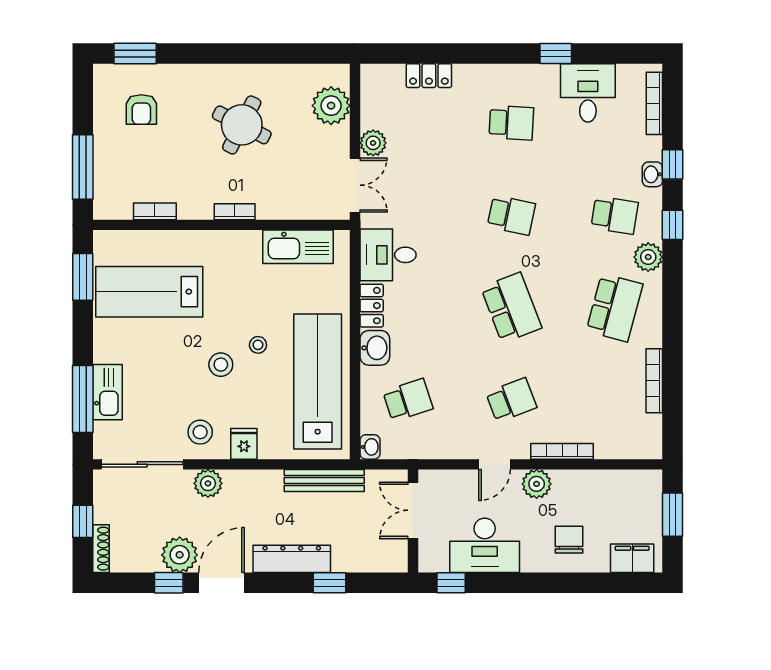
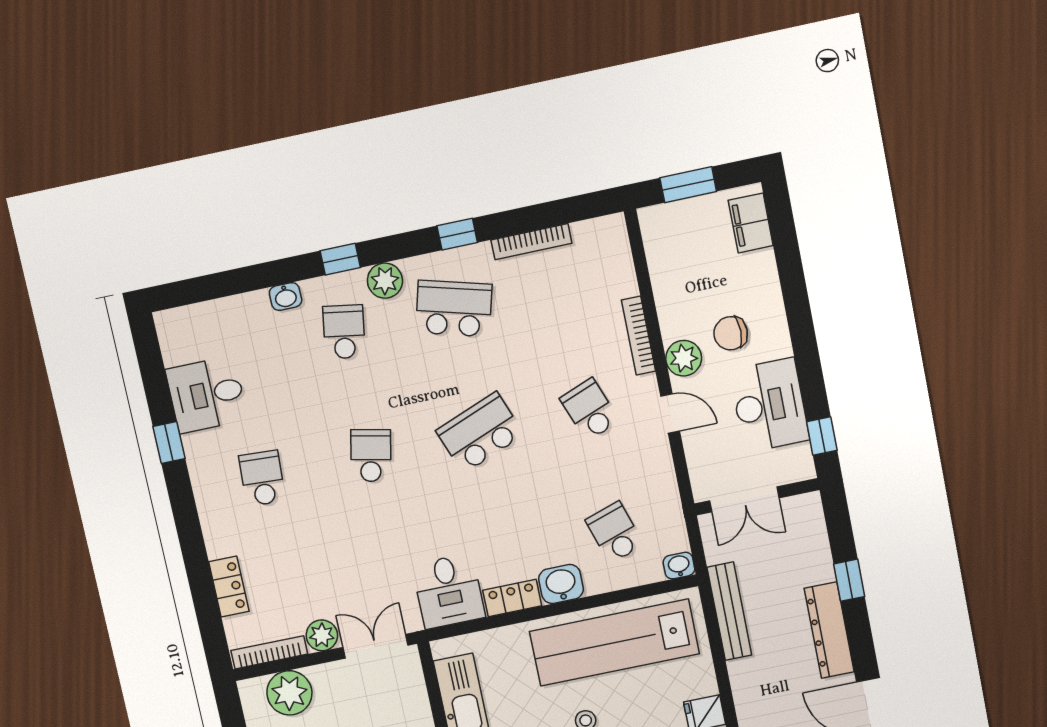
bookcase: (654, 103) -> (269, 652), moved, turned 180
window: (673, 164) -> (457, 234), moved
chair: (569, 540) -> (731, 333), moved

